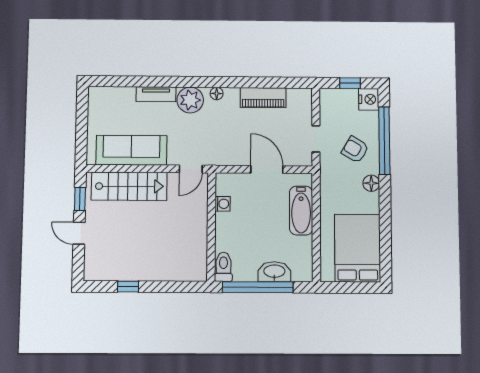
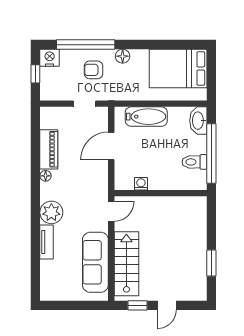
floor lamp: (217, 94) -> (46, 176), moved
armchair: (355, 150) -> (94, 70), turned 59
door: (191, 169) -> (111, 211), hinge flipped
toilet: (223, 267) -> (194, 162), moved
washbasin: (274, 272) -> (198, 121), moved
window: (128, 287) -> (211, 263), width x1.50

